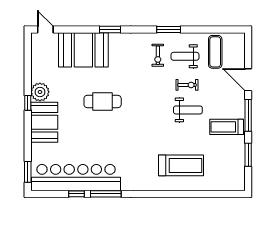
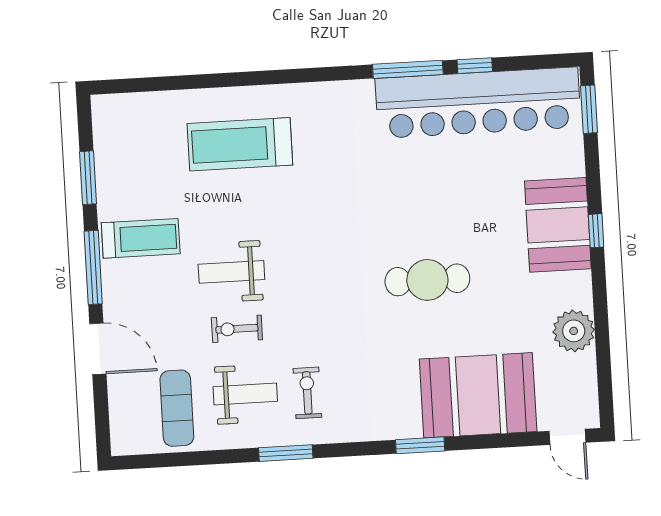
plant: (40, 92) -> (574, 331), moved
window: (28, 103) -> (596, 231), moved

